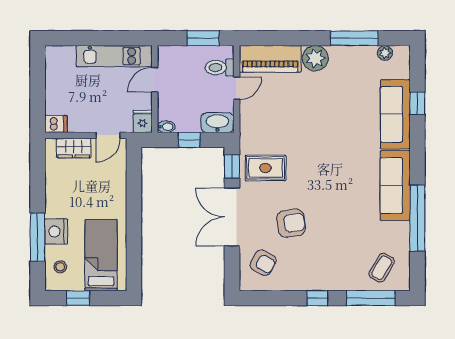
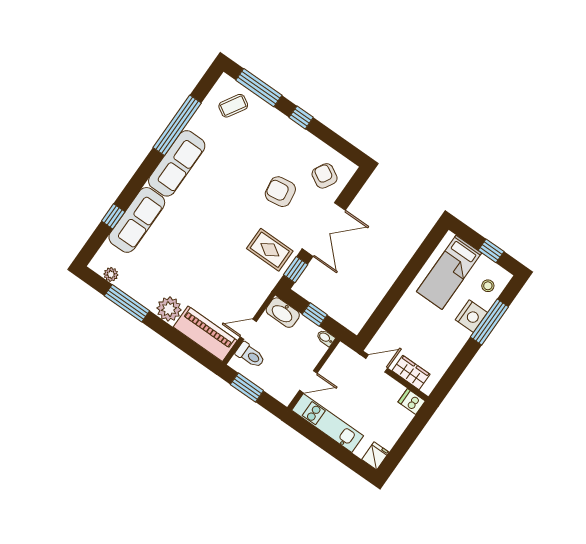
fridge: (143, 121) -> (375, 456), moved, turned 180

